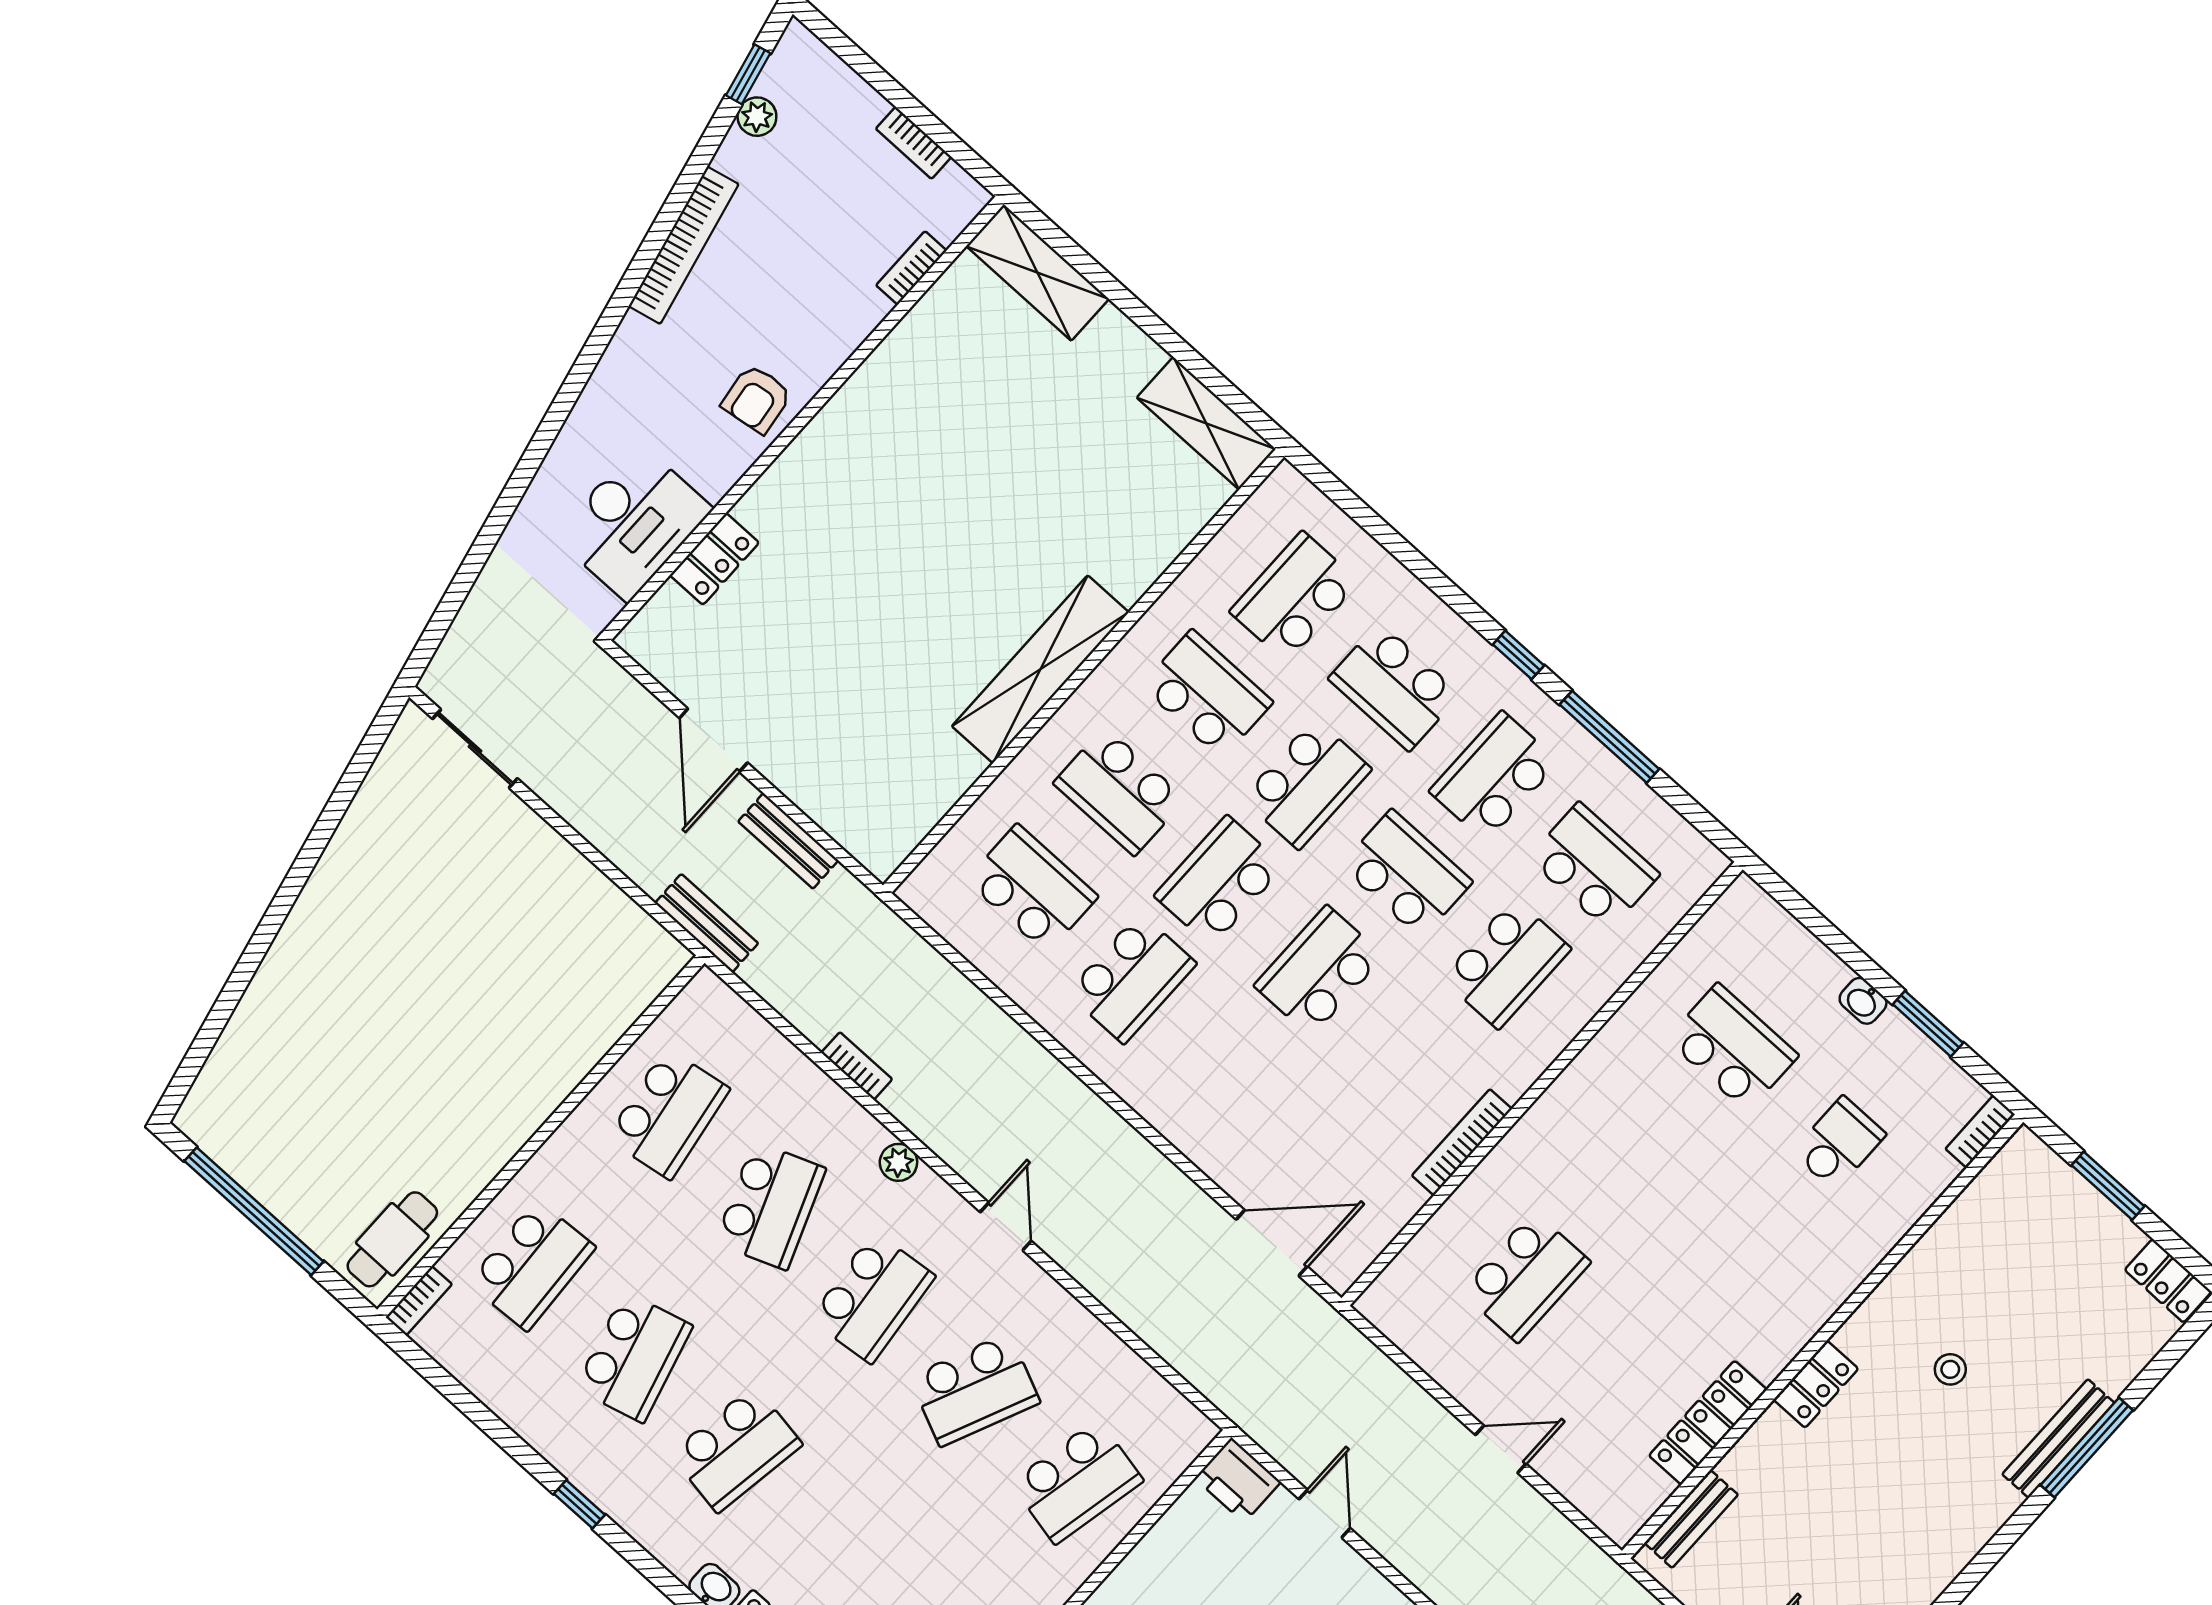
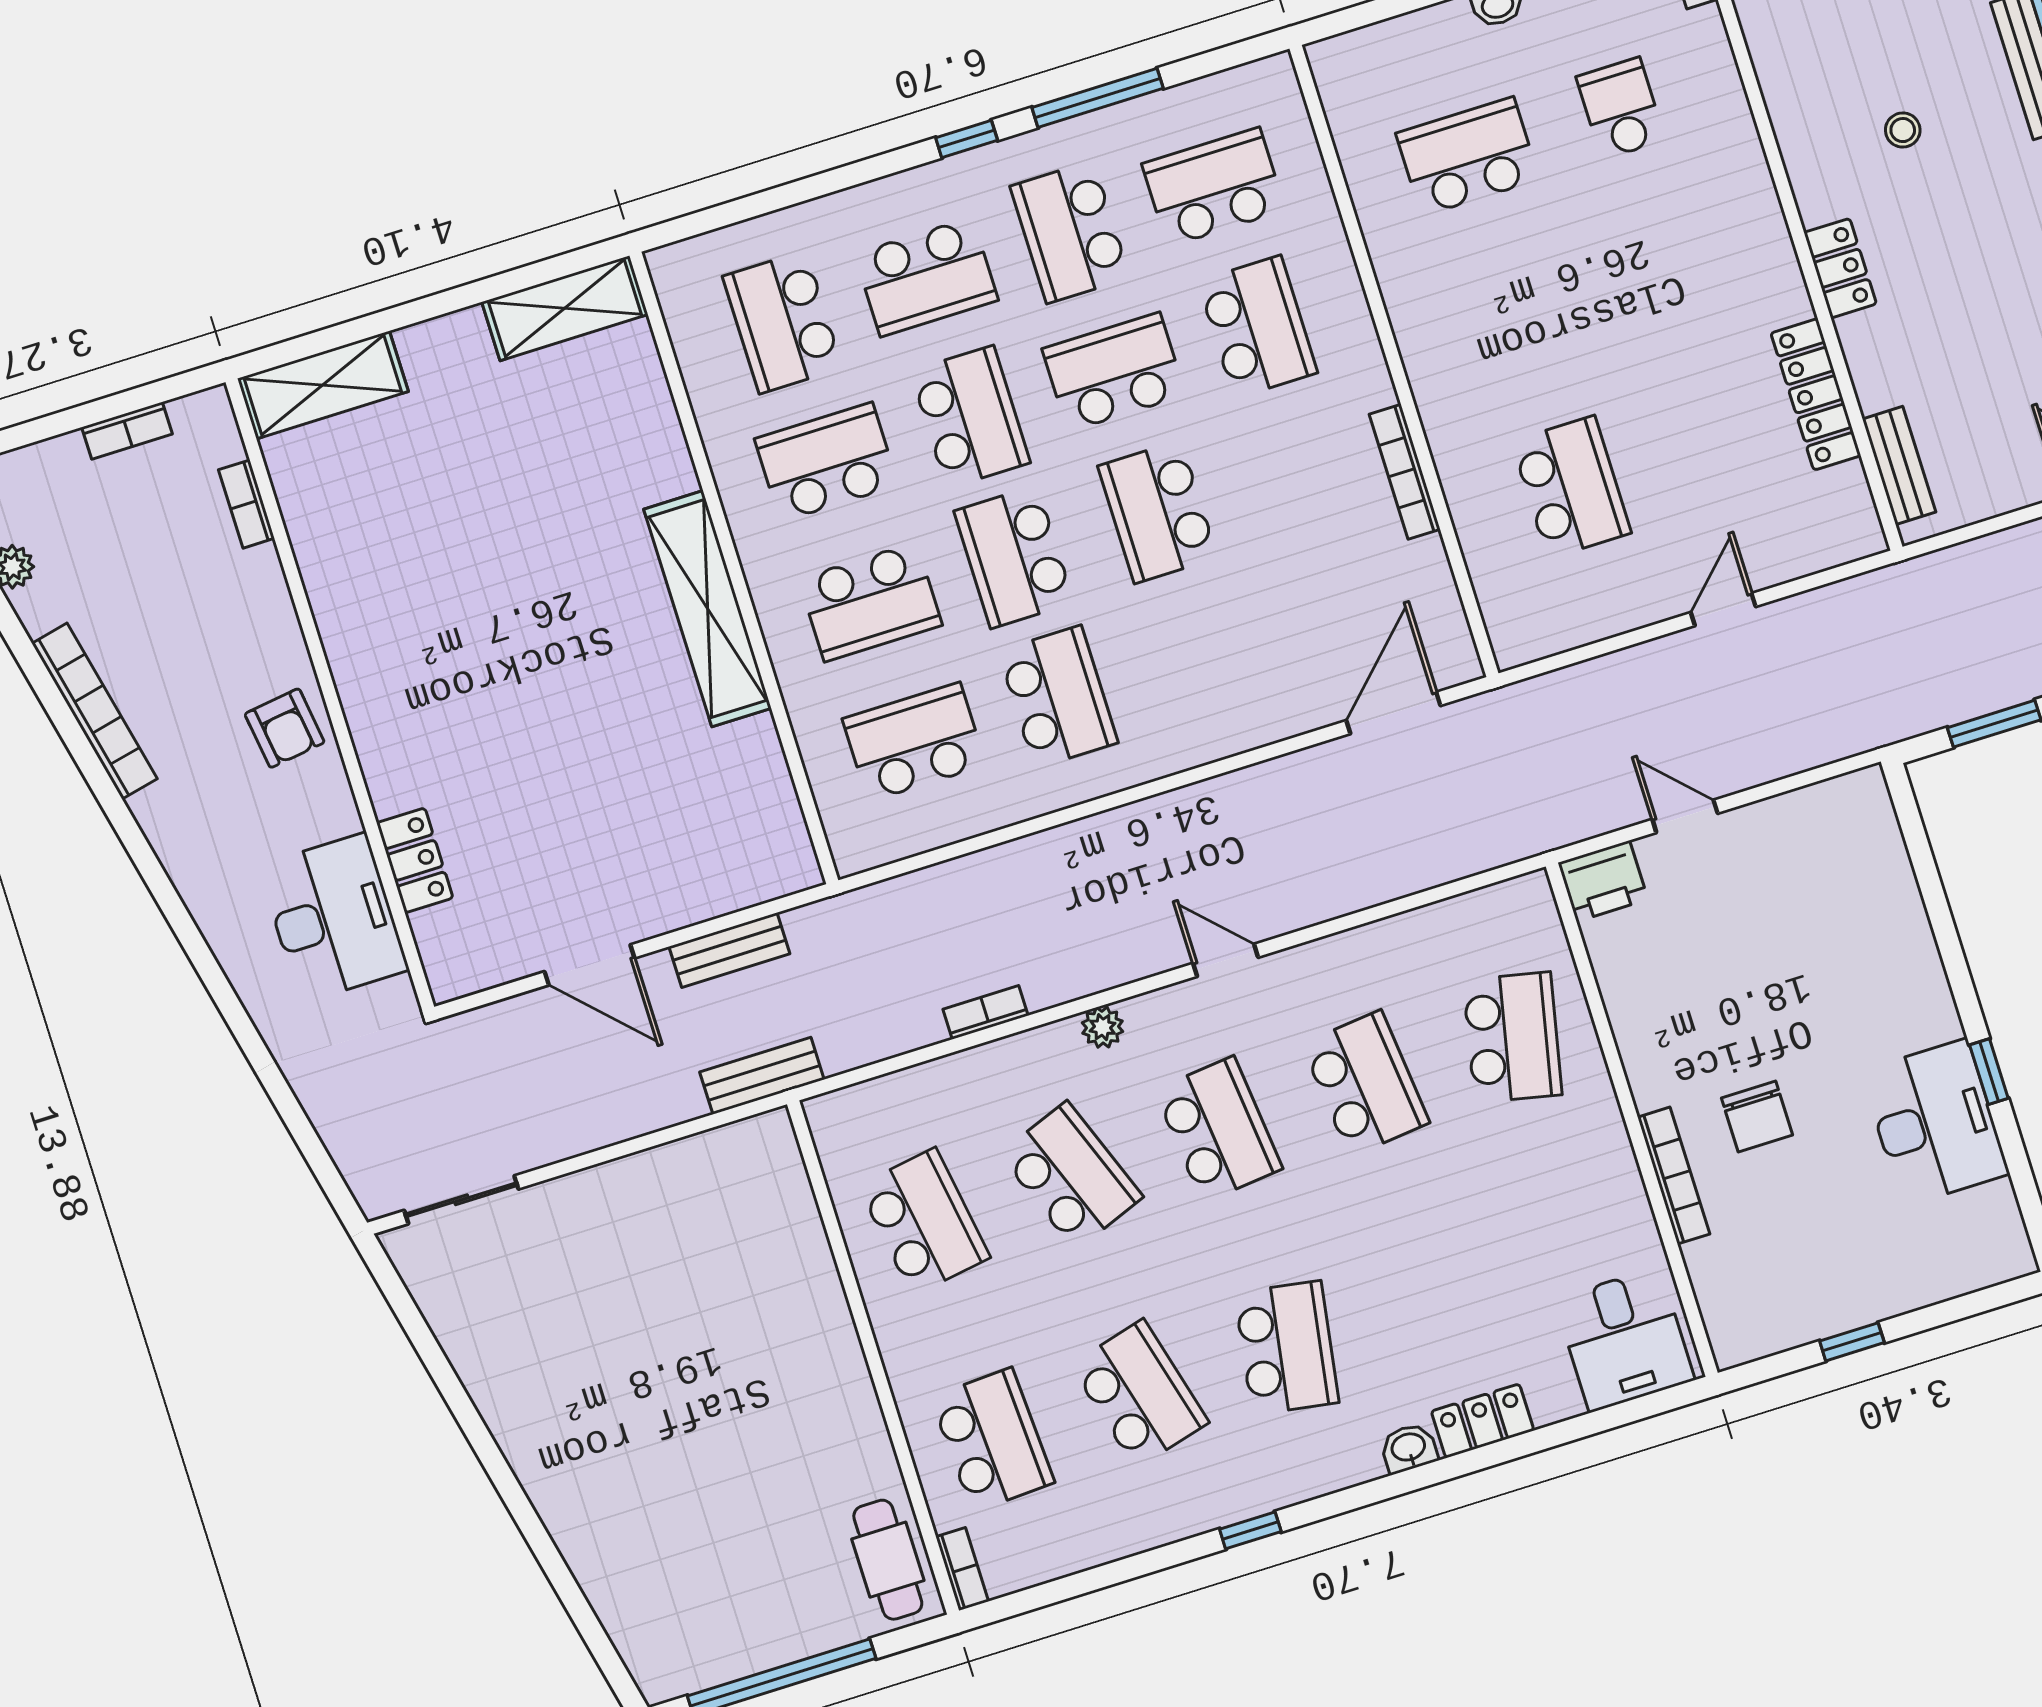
school desk: (975, 1390) -> (1365, 1083), turned -30

